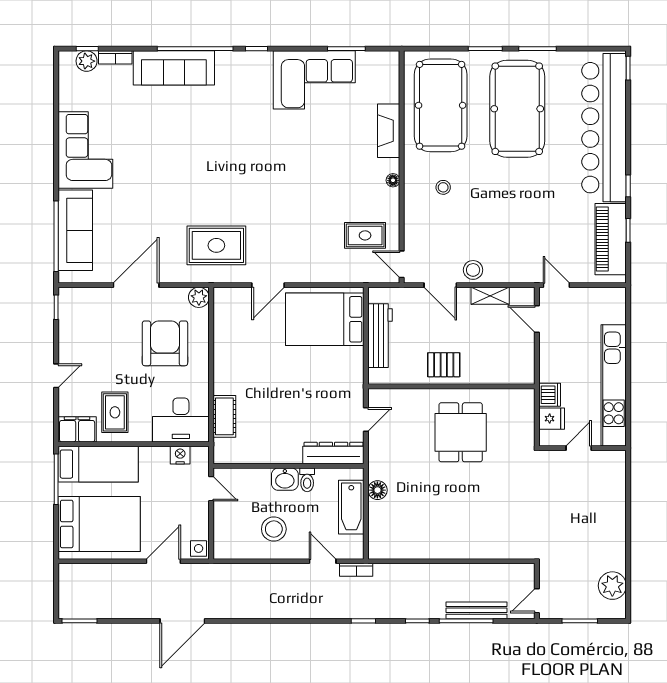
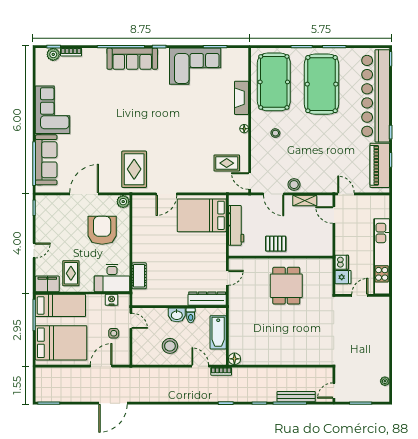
sofa: (174, 68) -> (132, 59), moved
rug: (216, 245) -> (134, 169), turned 90
floor lamp: (377, 490) -> (234, 359), moved
side table: (199, 548) -> (114, 333), moved
plant: (612, 586) -> (385, 381), width x0.53, depth x0.53

